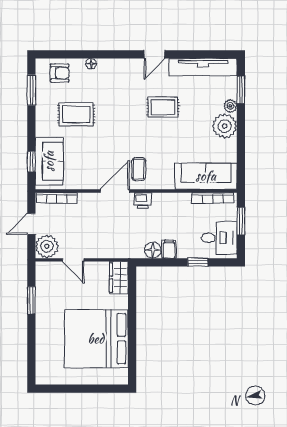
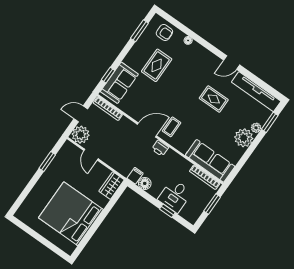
rug: (76, 114) -> (157, 65), turned 90
desk: (219, 238) -> (175, 196), moved, turned 90
filing cabinet: (169, 249) -> (135, 176), moved

